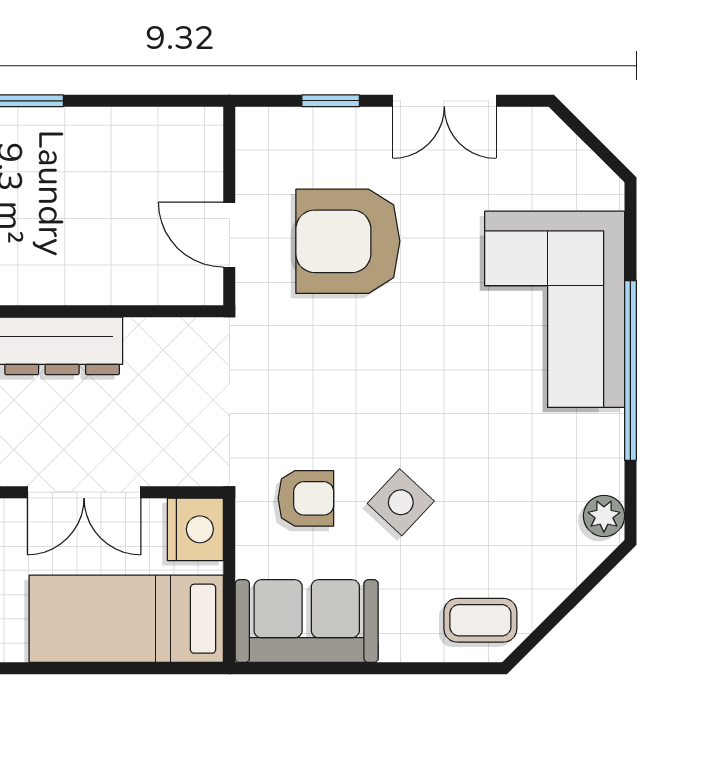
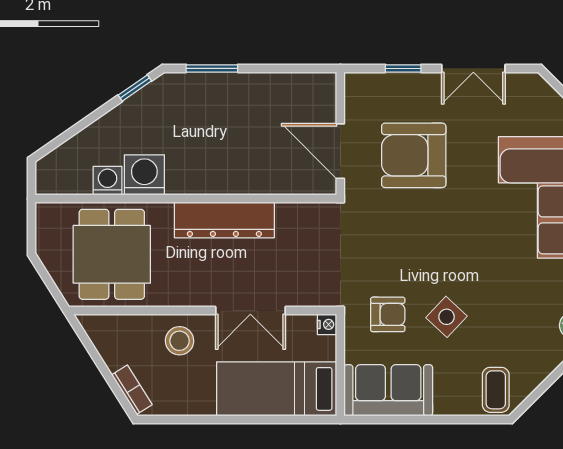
door: (229, 235) -> (340, 151), width x1.38
nightstand: (195, 529) -> (327, 324), width x0.53, depth x0.56
coffee table: (480, 620) -> (496, 390), turned 90

